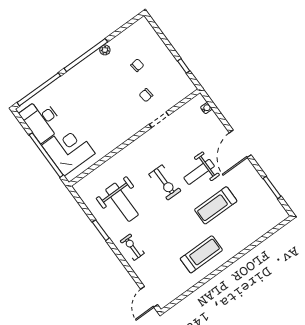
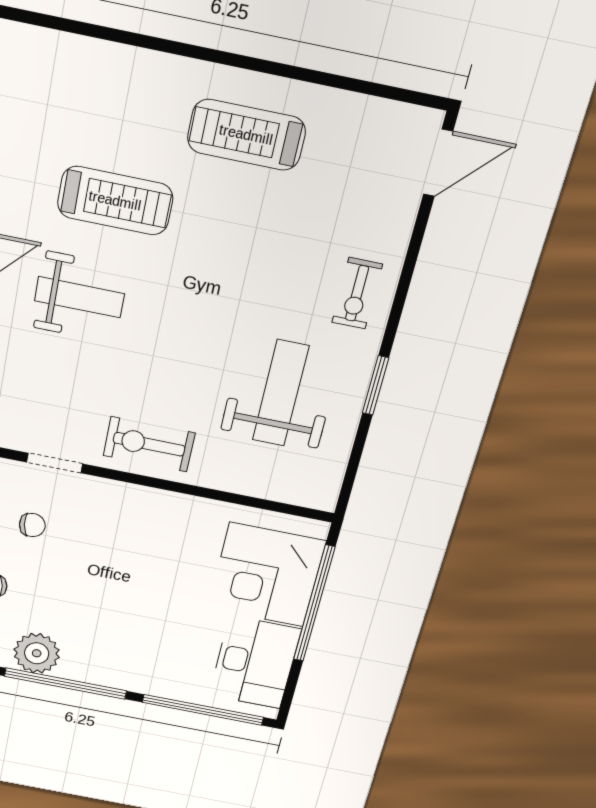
plant: (105, 50) -> (37, 653), width x1.88, depth x1.88
exercise bike: (165, 182) -> (149, 444), moved, turned -90

